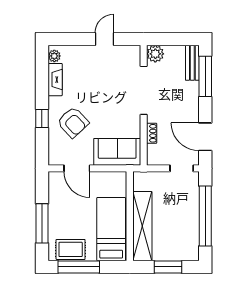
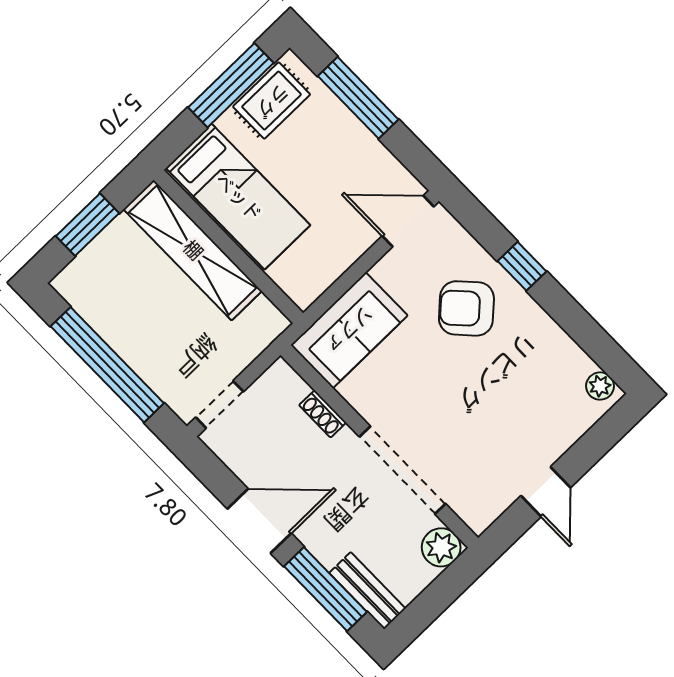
fireplace: (55, 80) -> (562, 349), removed
door: (205, 137) -> (259, 521), moved
door: (77, 168) -> (408, 221), moved

